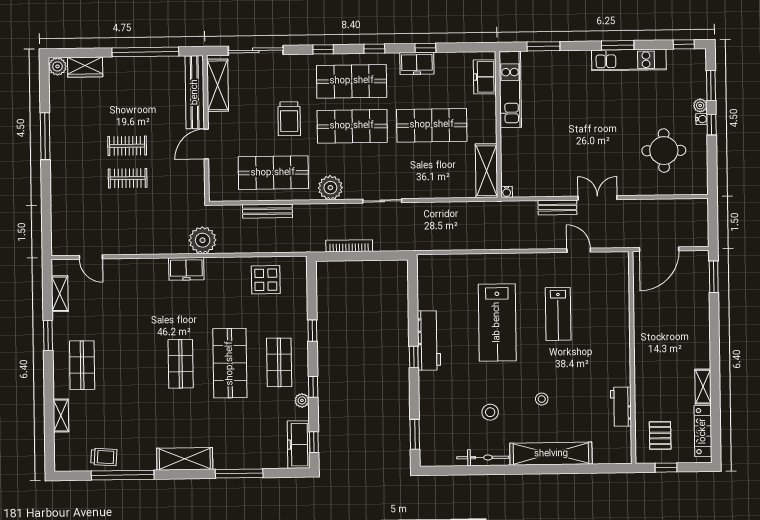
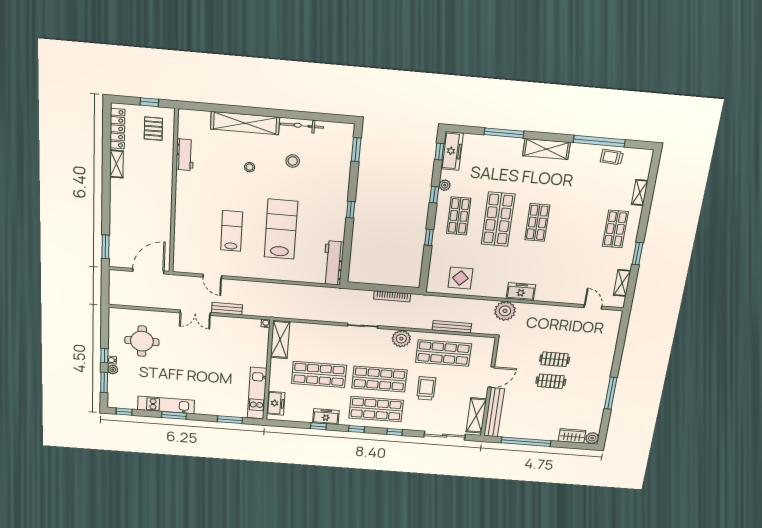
workbench: (429, 341) -> (333, 263), moved

